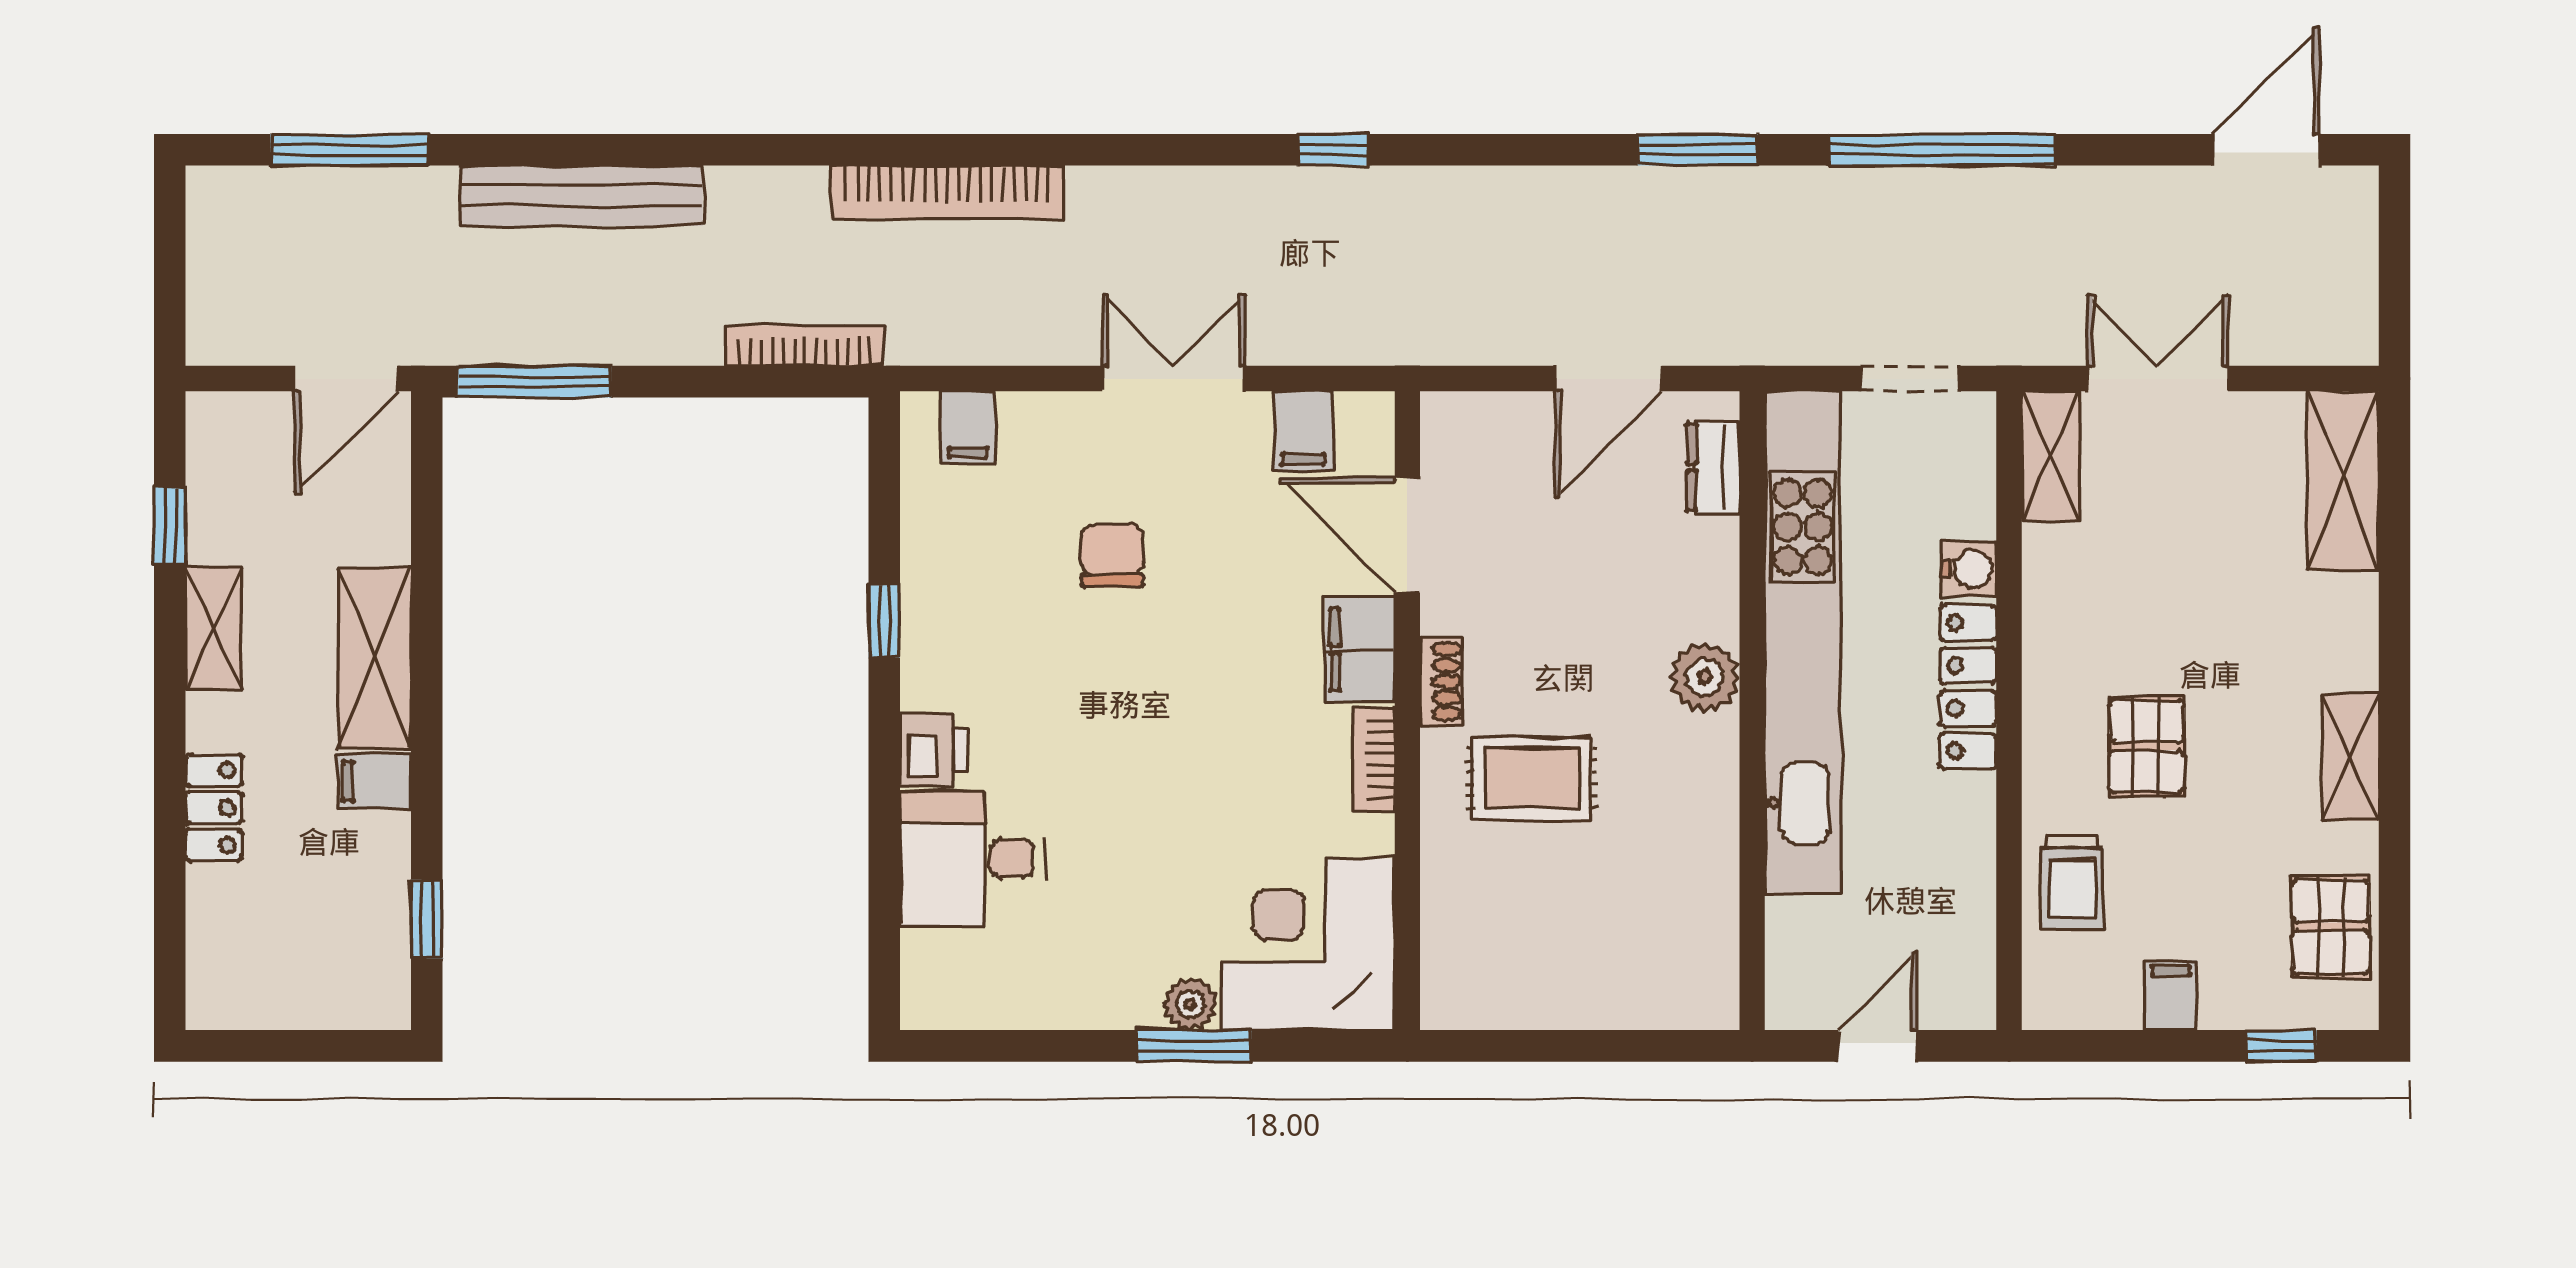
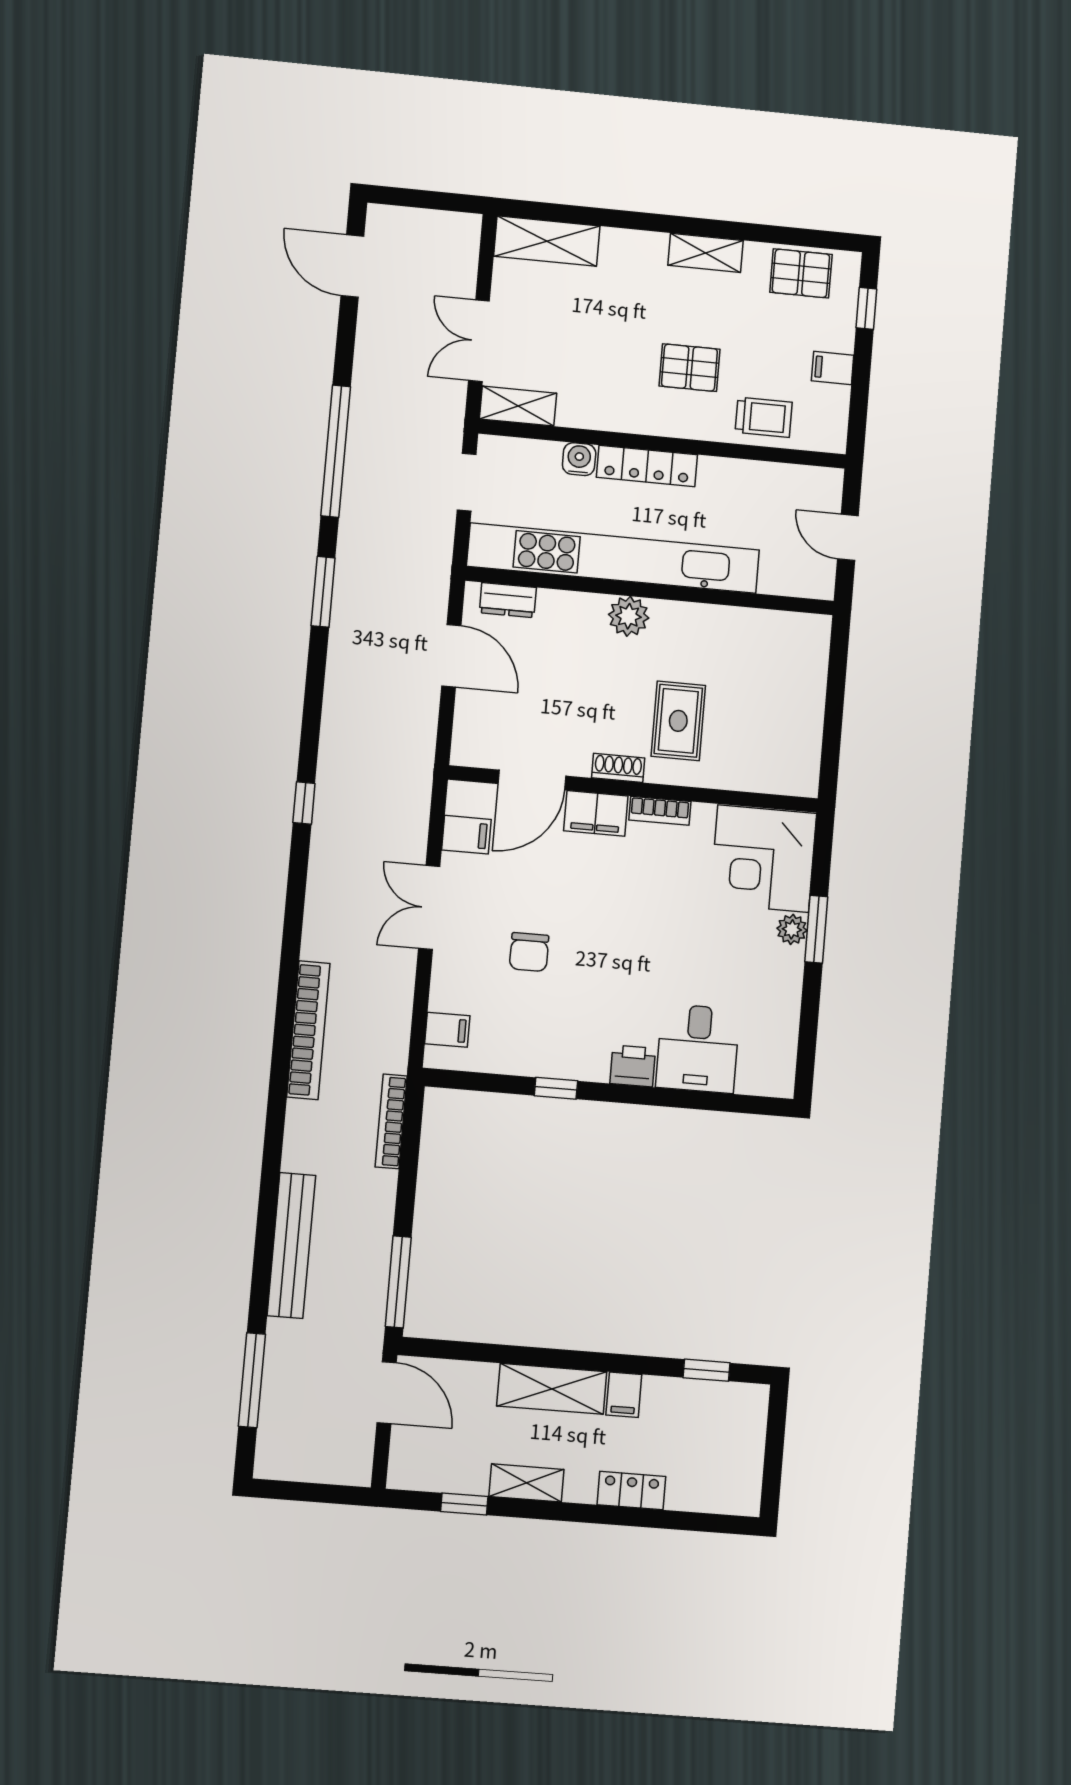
chair: (1112, 556) -> (529, 952), turned -90

